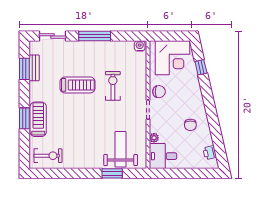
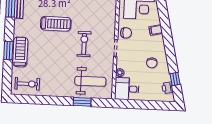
window: (201, 67) -> (175, 79), moved
exercise bike: (113, 86) -> (84, 44), moved
filing cabinet: (193, 87) -> (156, 30), added
weight bench: (121, 149) -> (90, 81), turned 90

